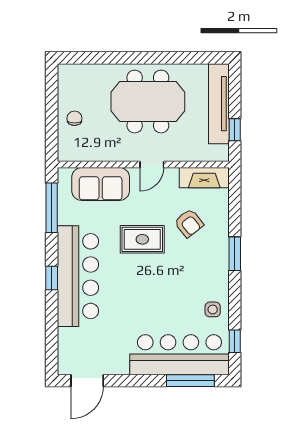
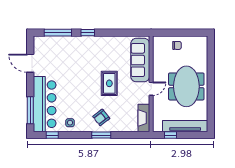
door: (152, 165) -> (151, 89), swing flipped
sofa: (101, 184) -> (140, 60), width x1.36
window: (52, 208) -> (58, 33), moved
armchair: (189, 223) -> (101, 117), moved
bar counter: (78, 276) -> (89, 47), removed
door: (87, 381) -> (30, 63), moved

